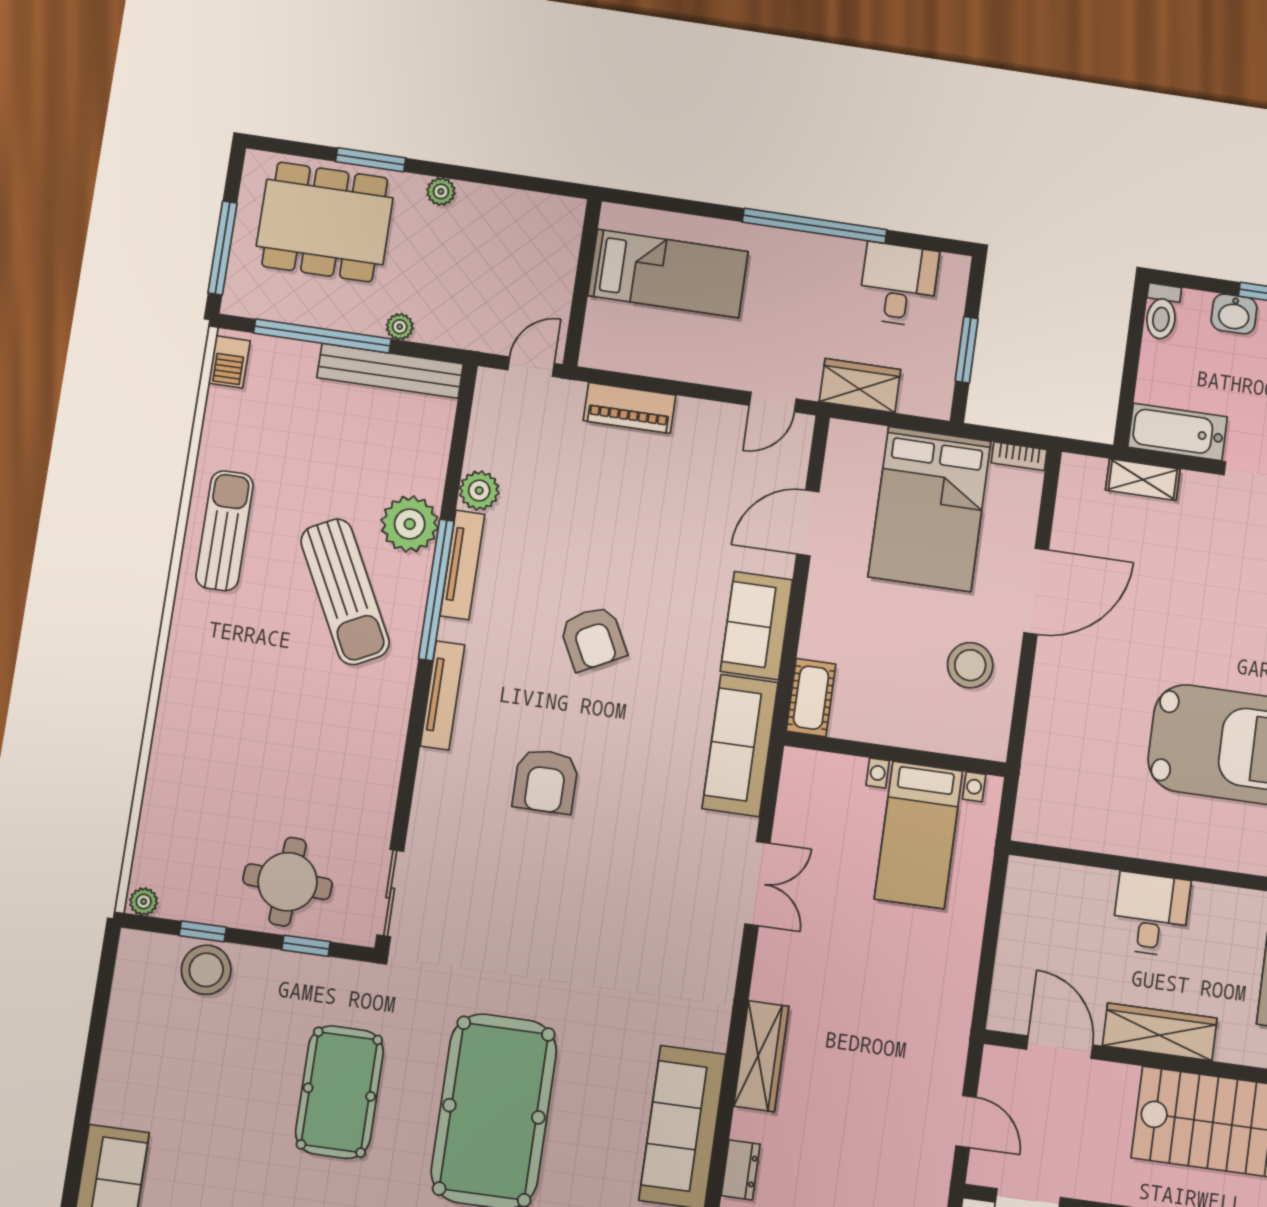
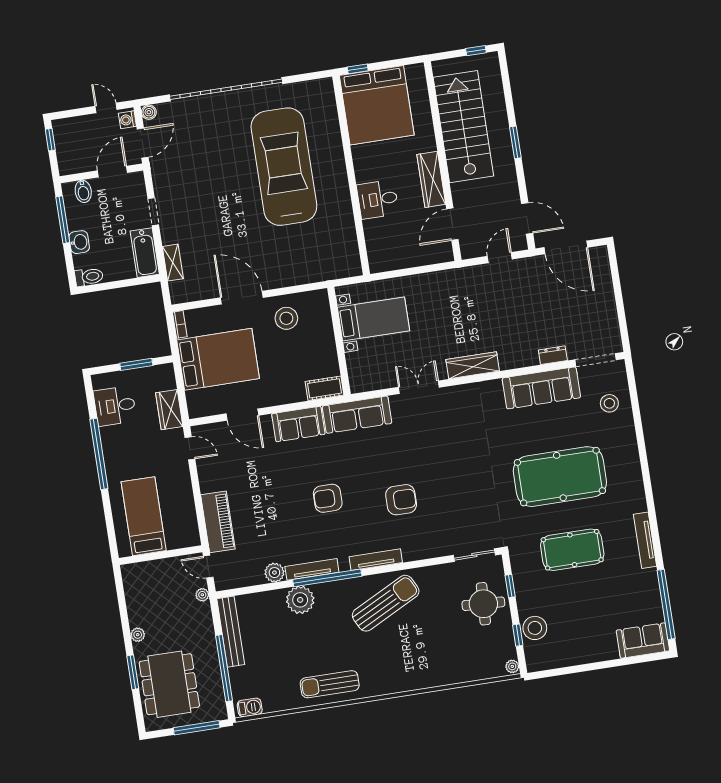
plant: (400, 327) -> (202, 595), moved
piano: (630, 408) -> (218, 522), width x1.37, depth x1.33
sun lounger: (345, 592) -> (386, 603), moved
armchair: (593, 638) -> (328, 498), turned -153
wardrobe: (761, 1056) -> (473, 365), moved

